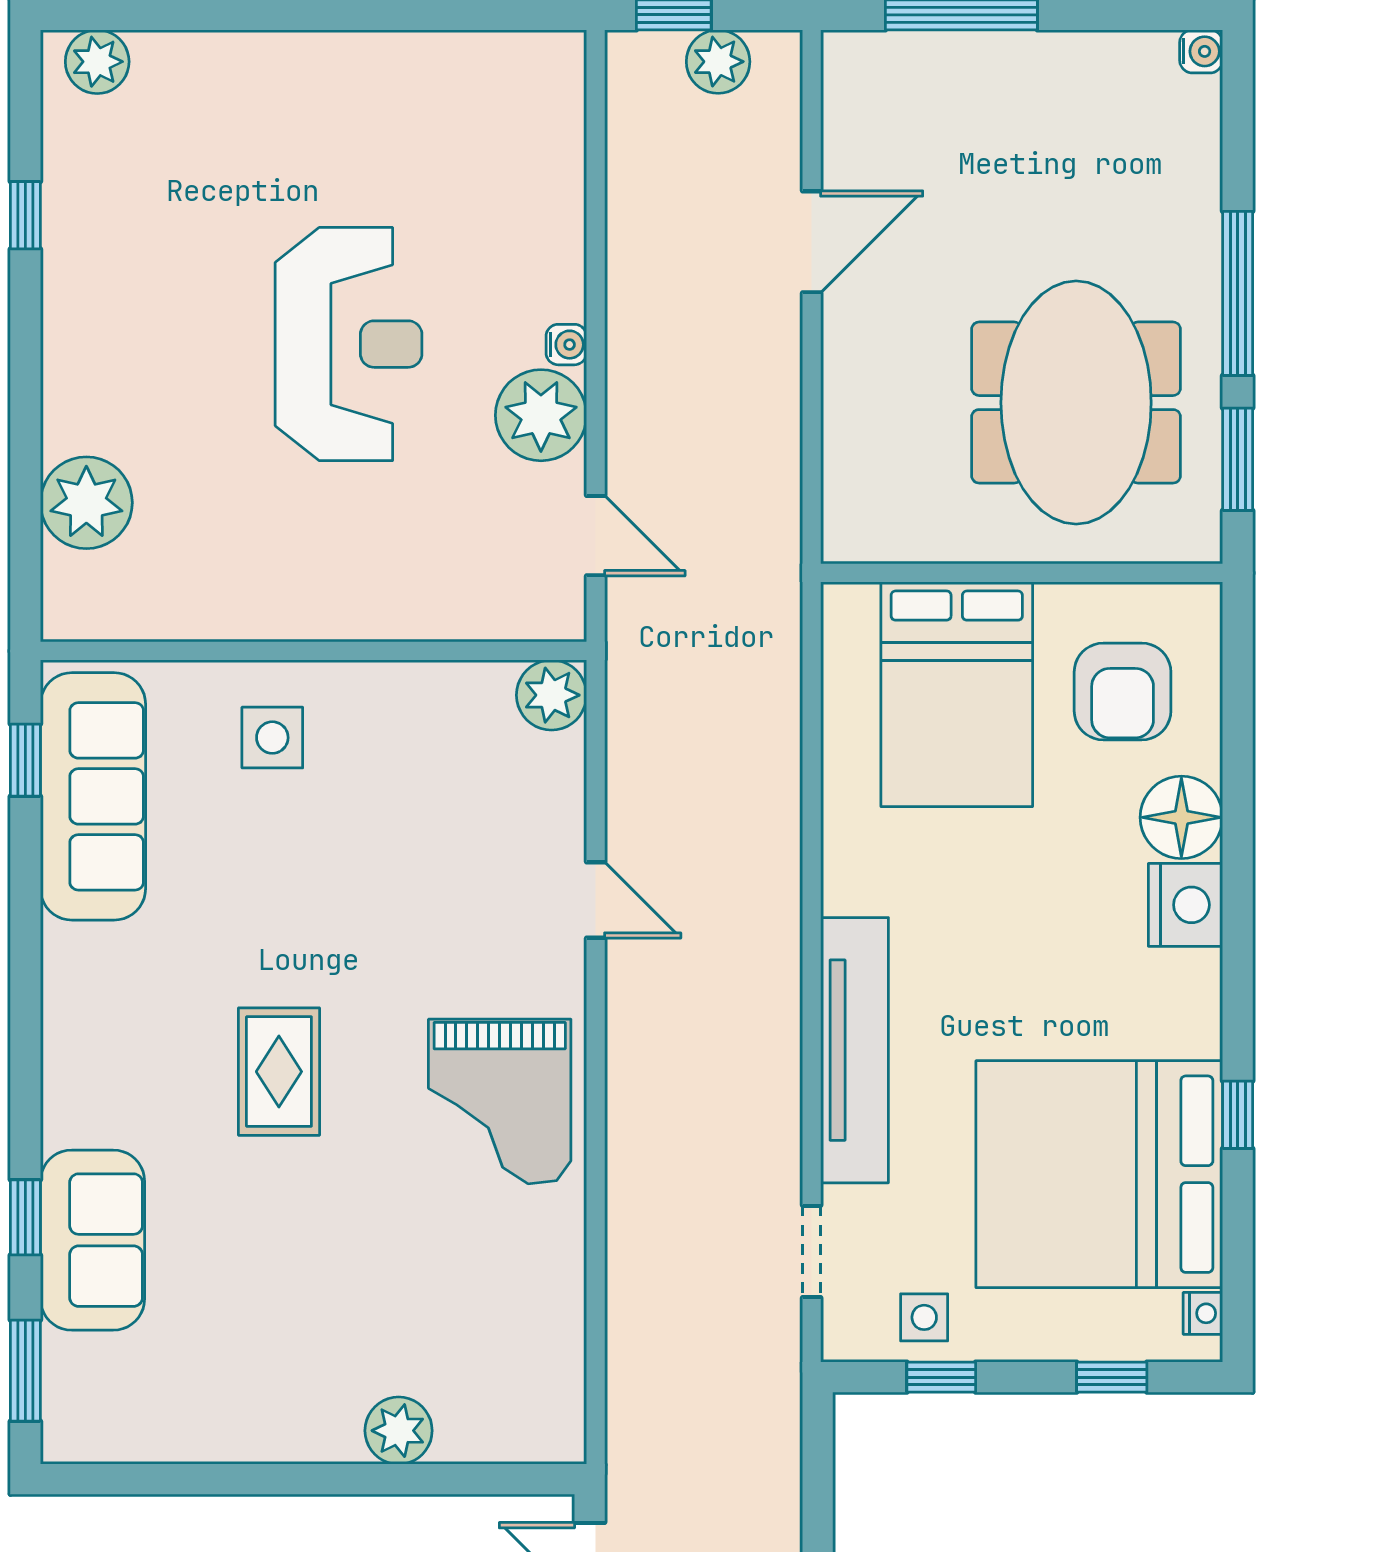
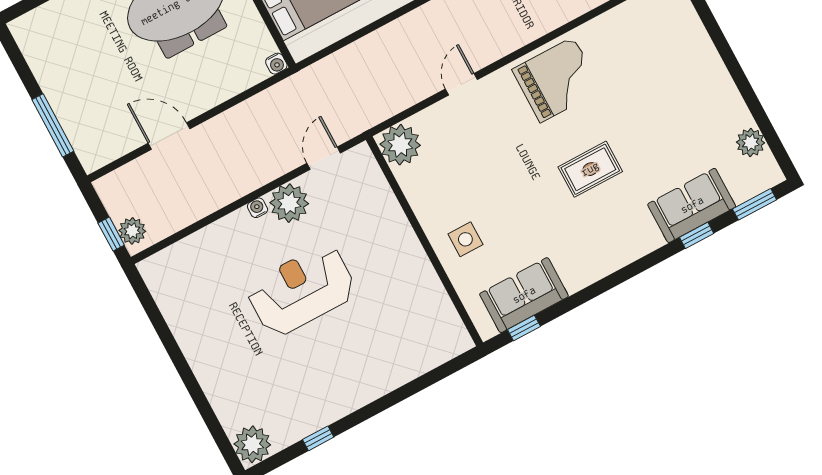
water cooler: (1201, 51) -> (276, 64), moved, turned 180
plant: (97, 62) -> (252, 444), width x1.36, depth x1.36
plant: (718, 62) -> (132, 231), moved
plant: (86, 503) -> (414, 357), removed
plant: (551, 695) -> (400, 145), width x1.36, depth x1.36
sofa: (93, 796) -> (524, 295), width x0.73
plant: (399, 1431) -> (751, 143), moved

